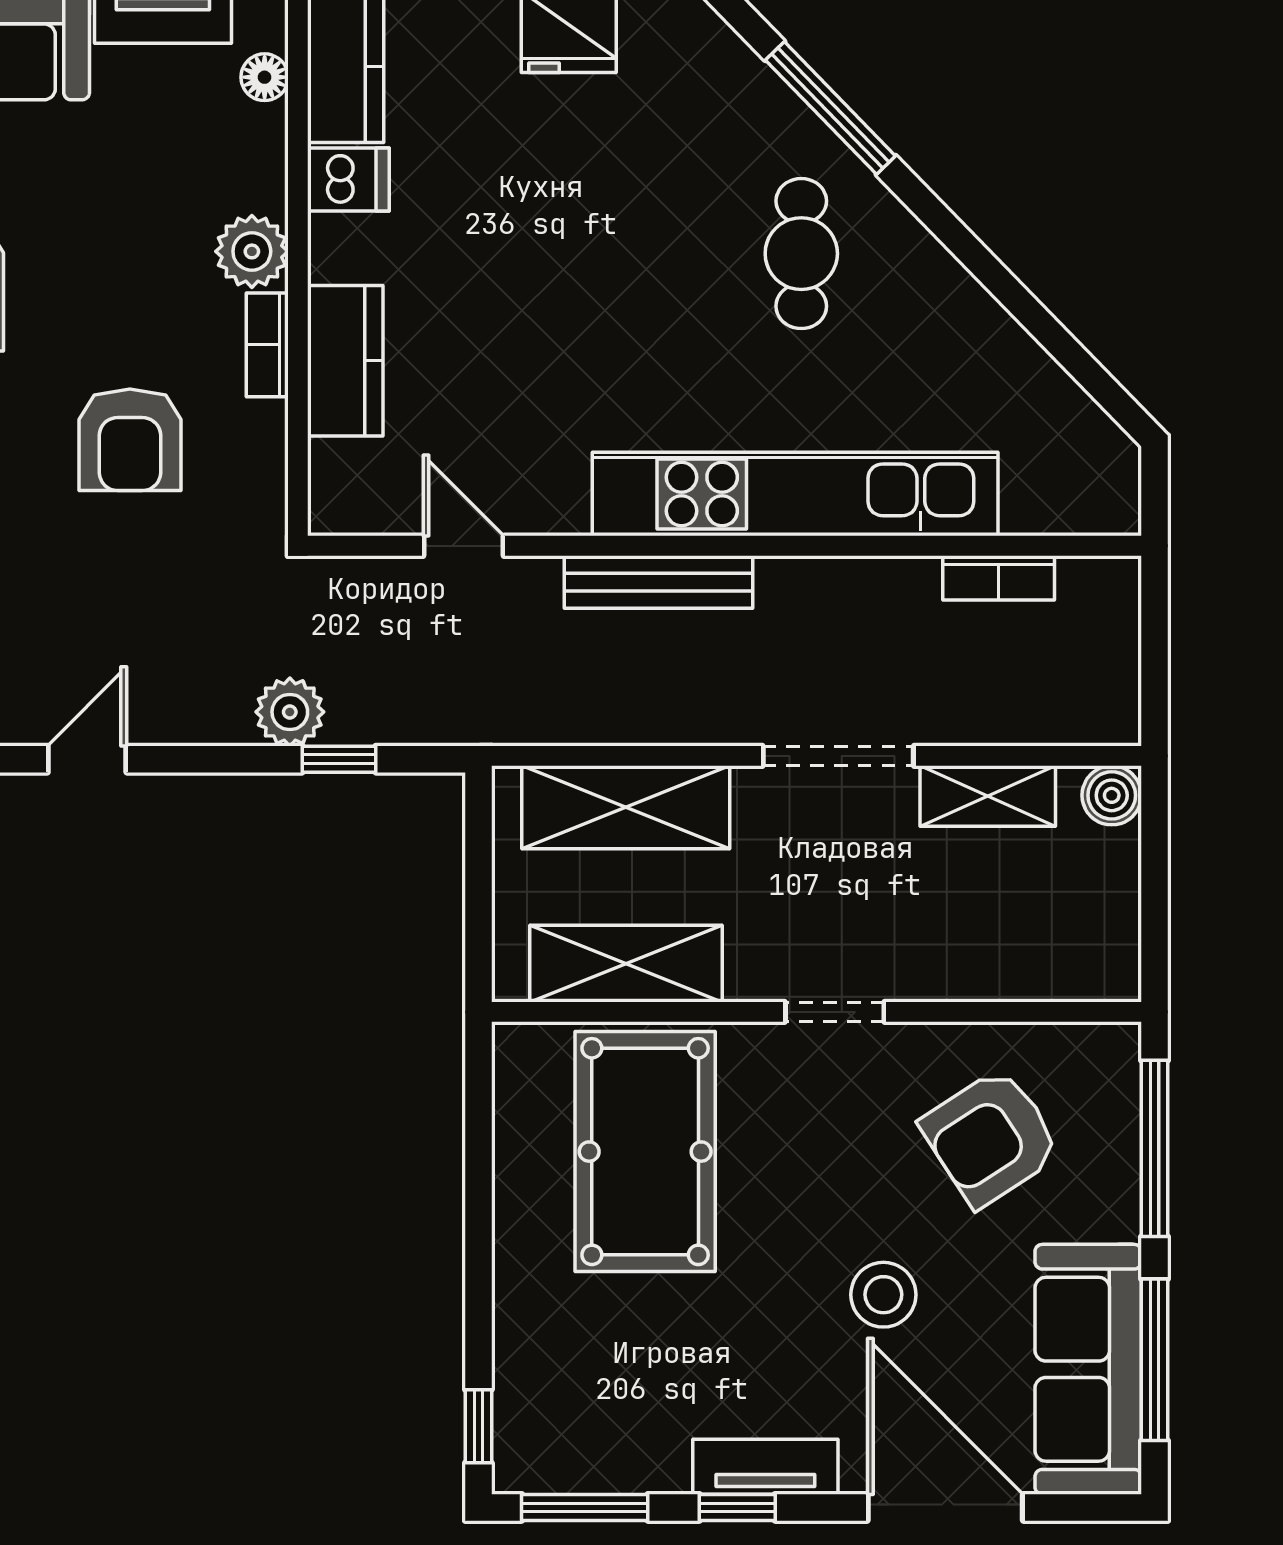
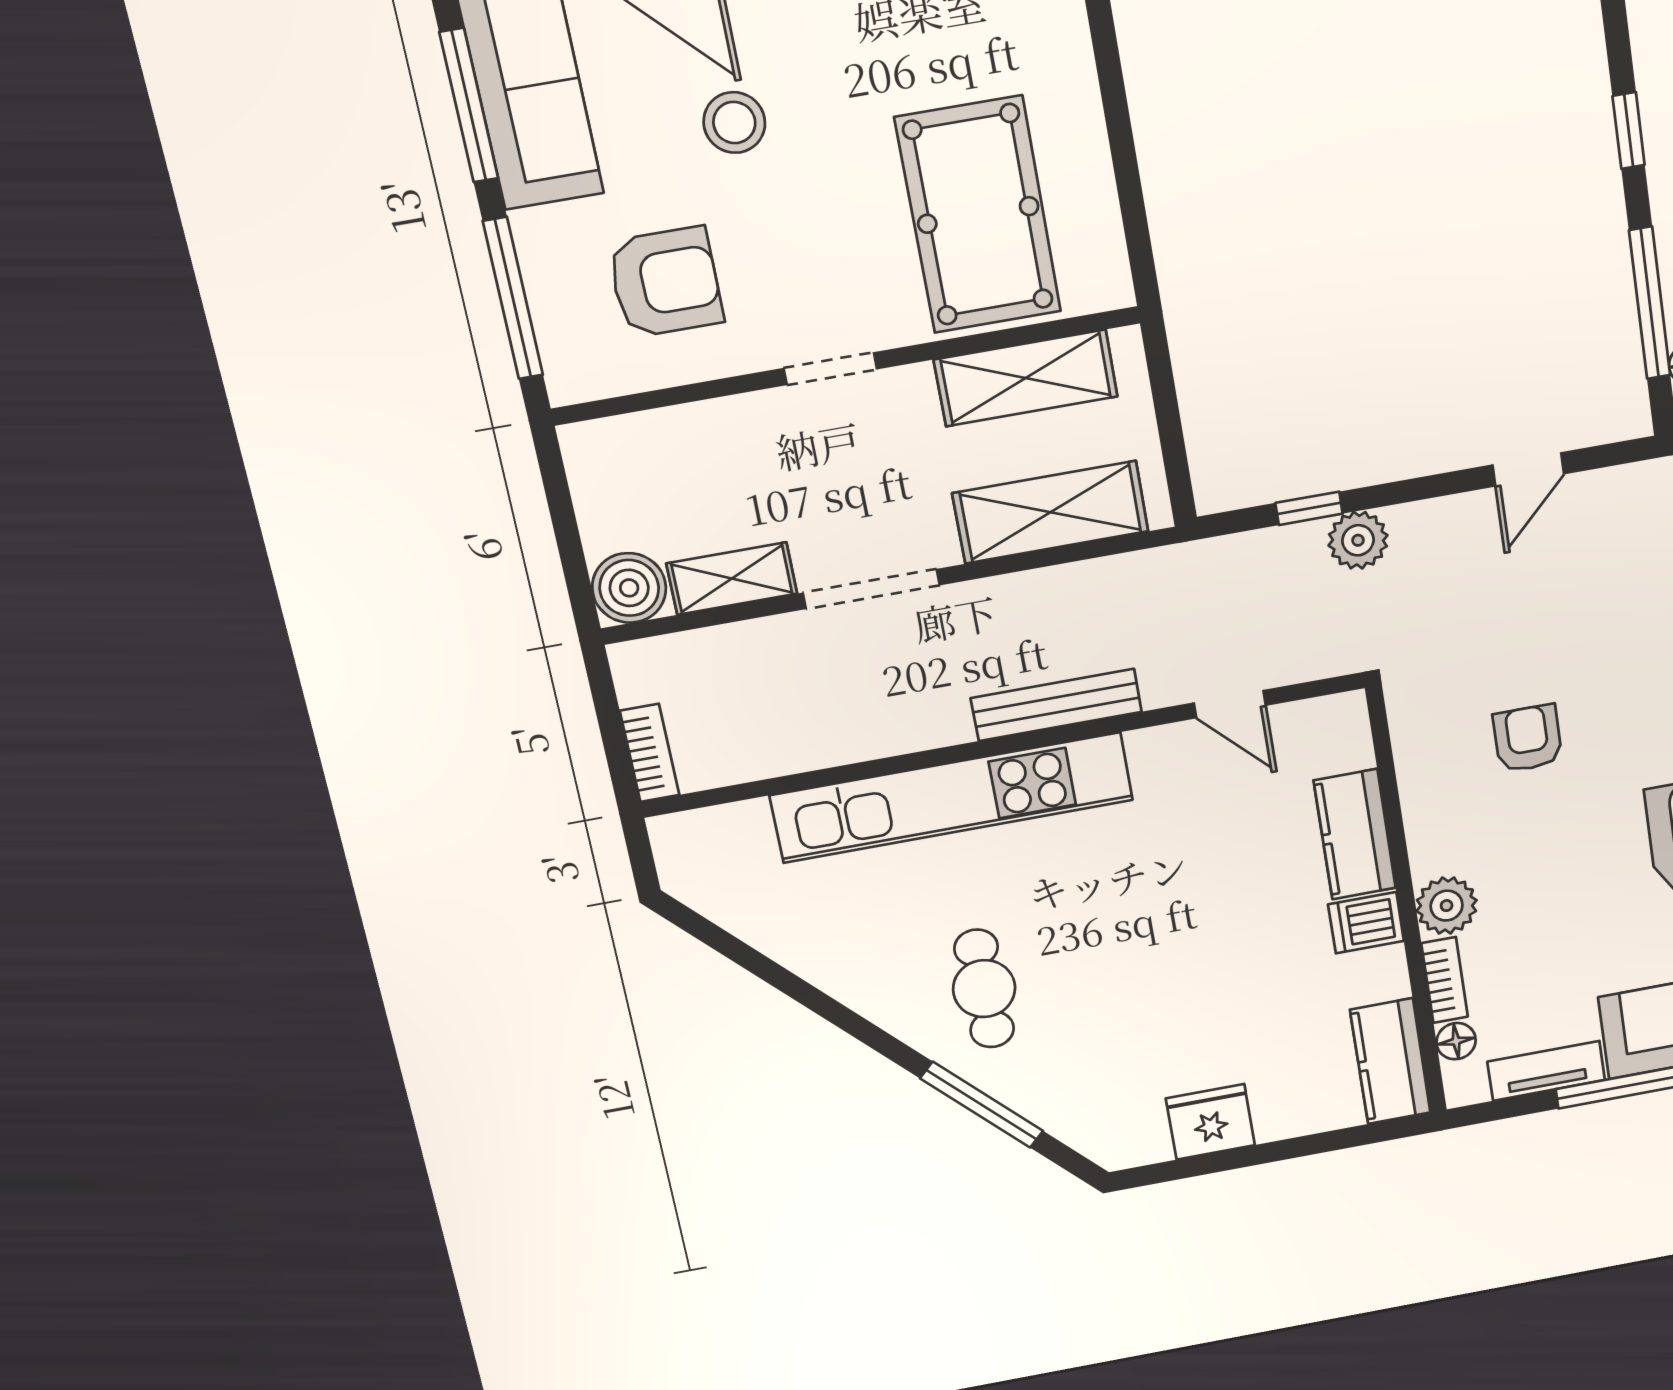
dishwasher: (348, 180) -> (1366, 923), moved
bookcase: (267, 345) -> (1445, 980), moved
armchair: (130, 440) -> (1528, 738), width x0.72, depth x0.72
bookcase: (999, 578) -> (650, 753), moved, turned 90
boiler: (1112, 795) -> (629, 588), width x1.36, depth x1.36
armchair: (991, 1137) -> (665, 282), turned 33

